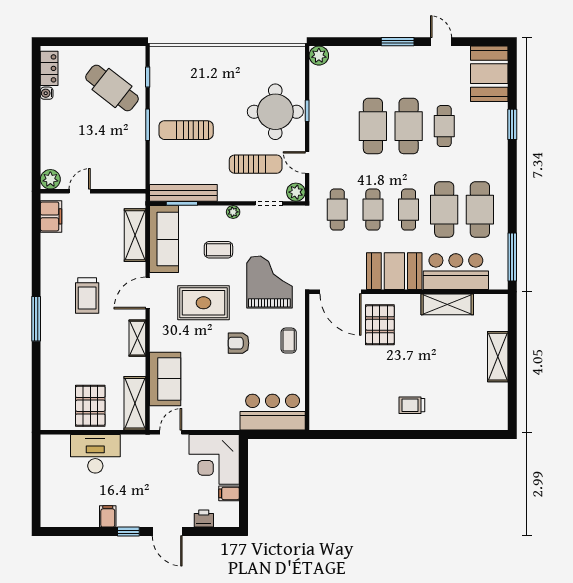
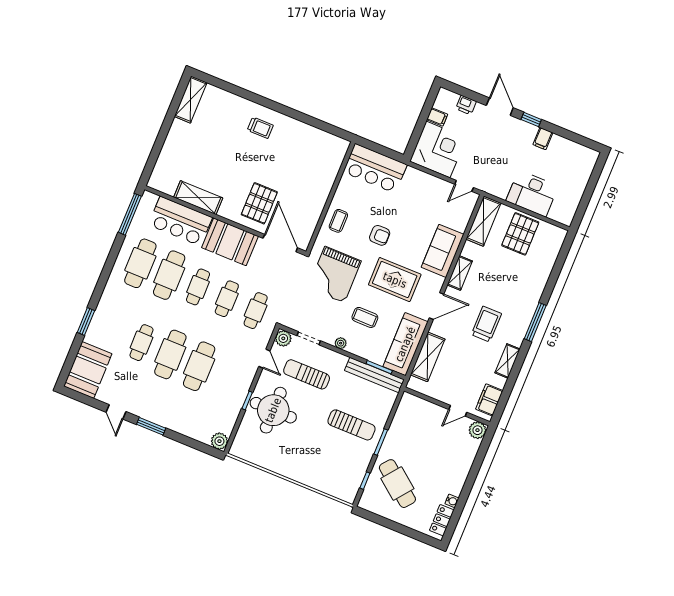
shelving: (49, 266) -> (507, 361), added
shelving: (498, 357) -> (191, 99), moved
sofa: (165, 379) -> (443, 251), moved

